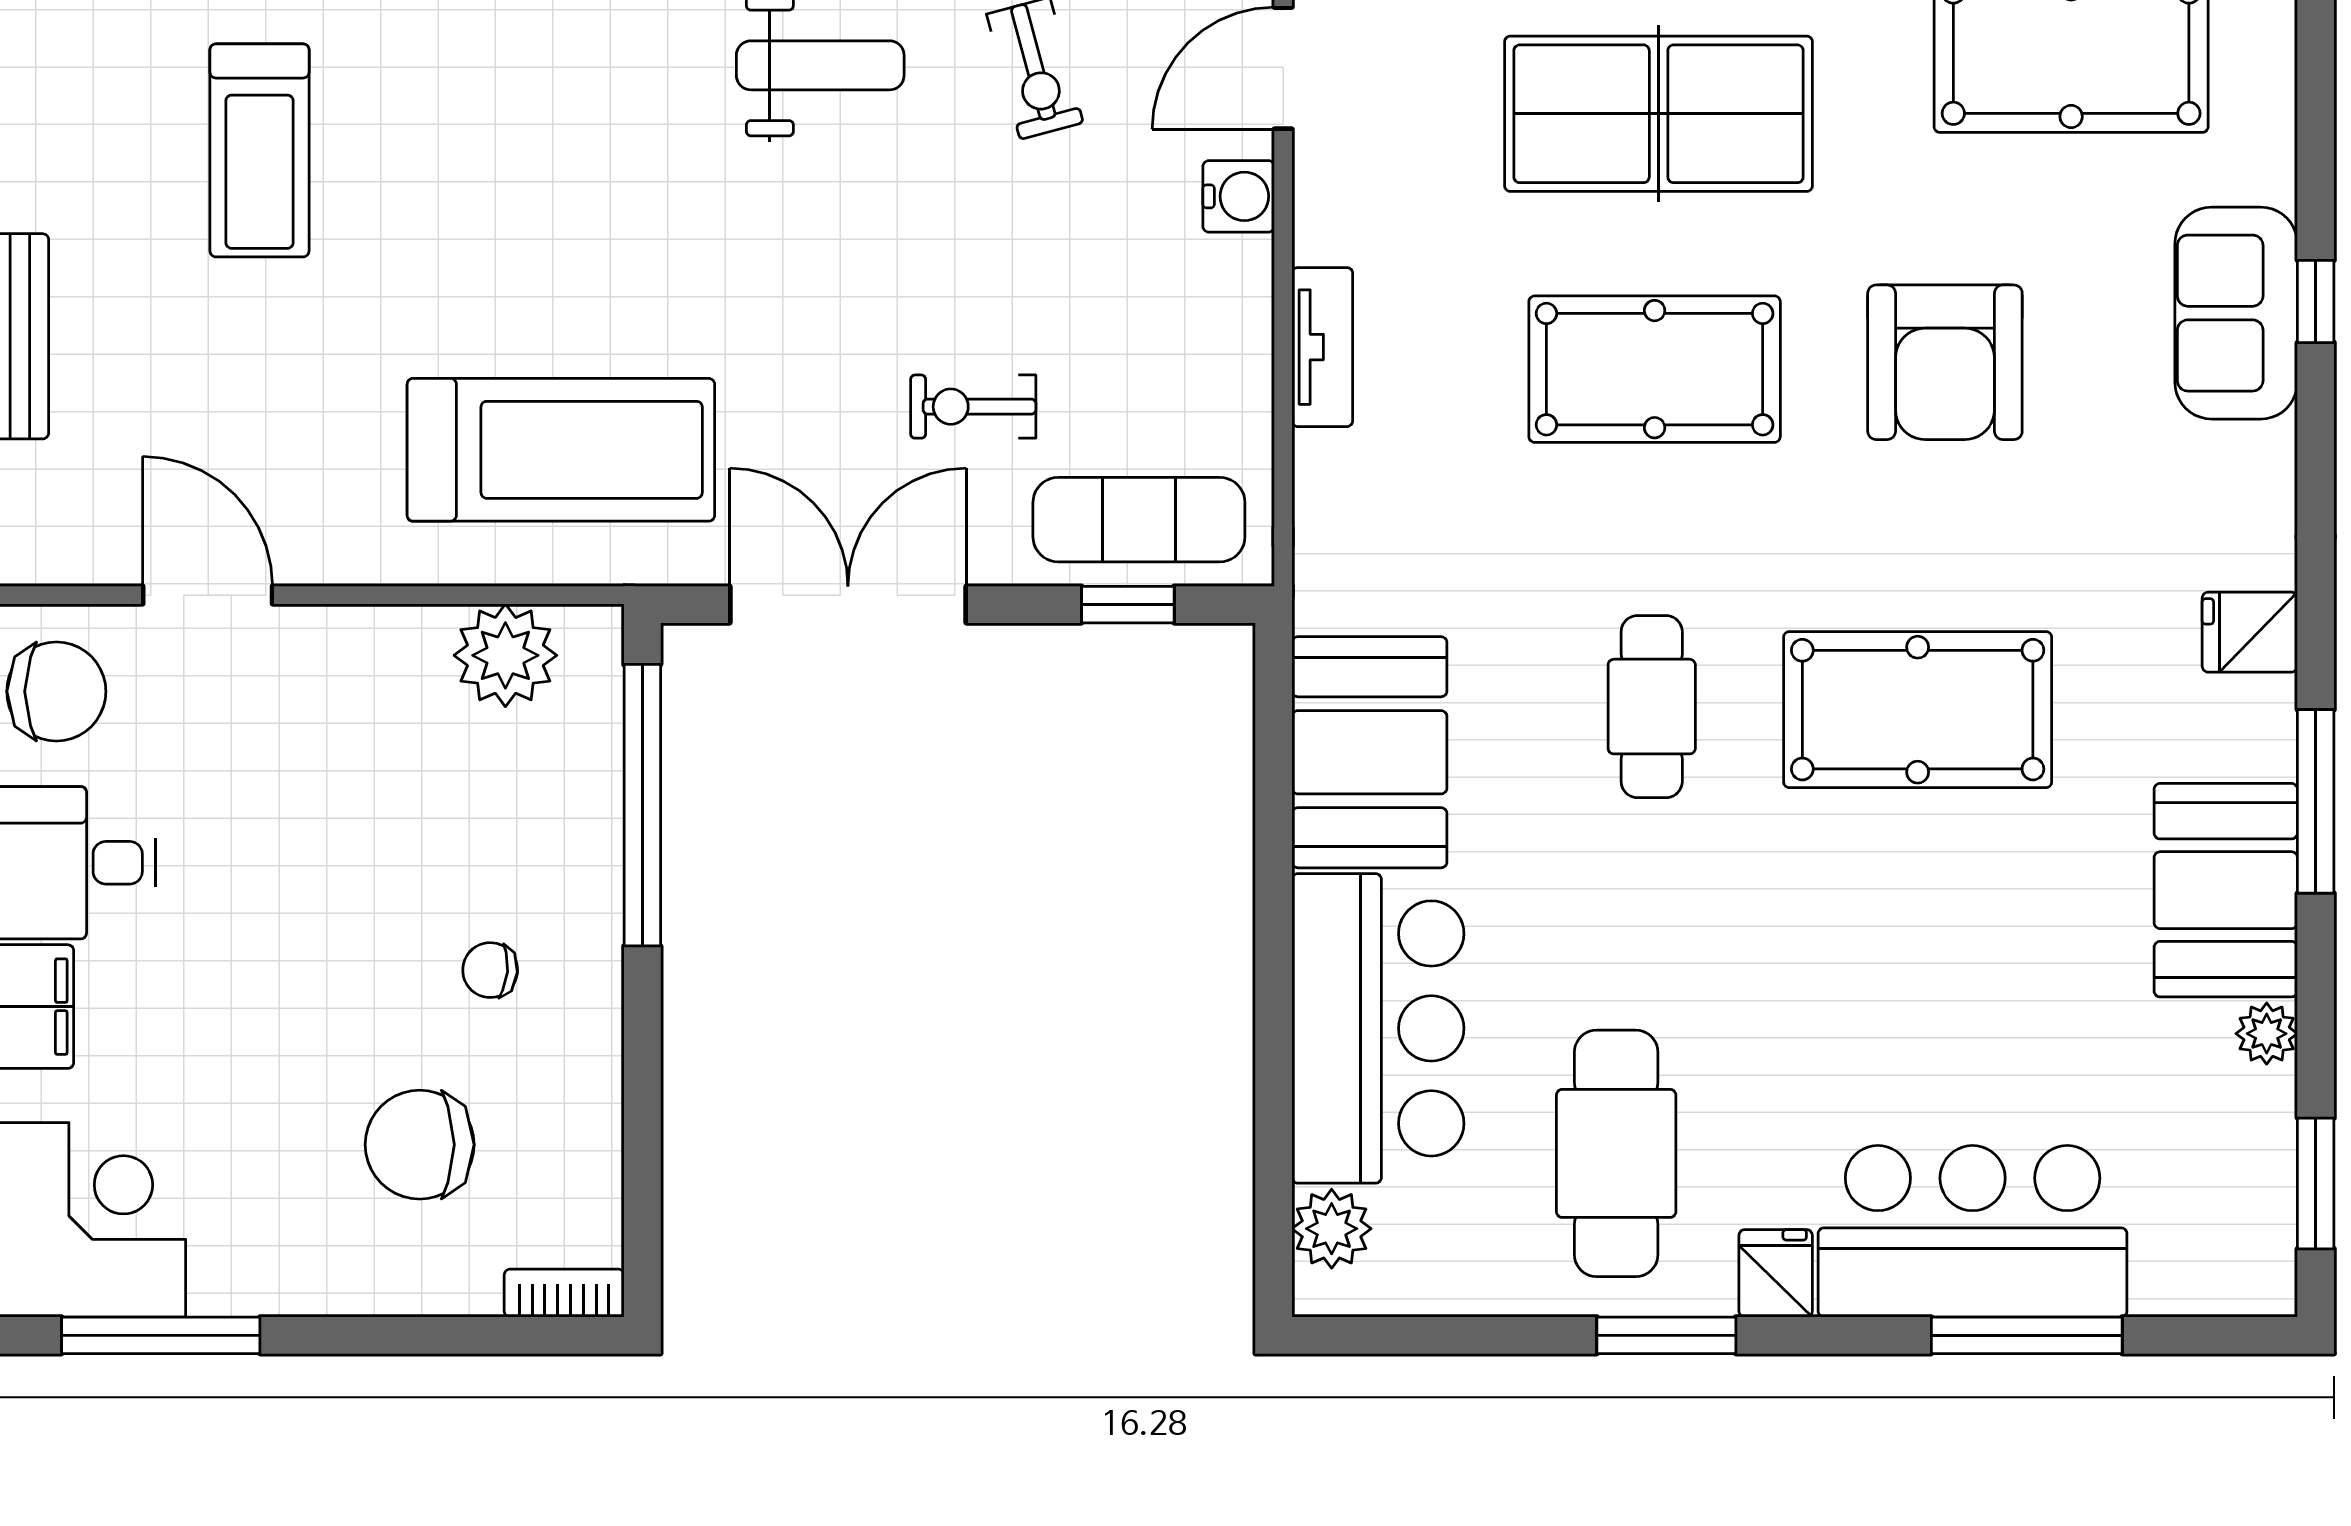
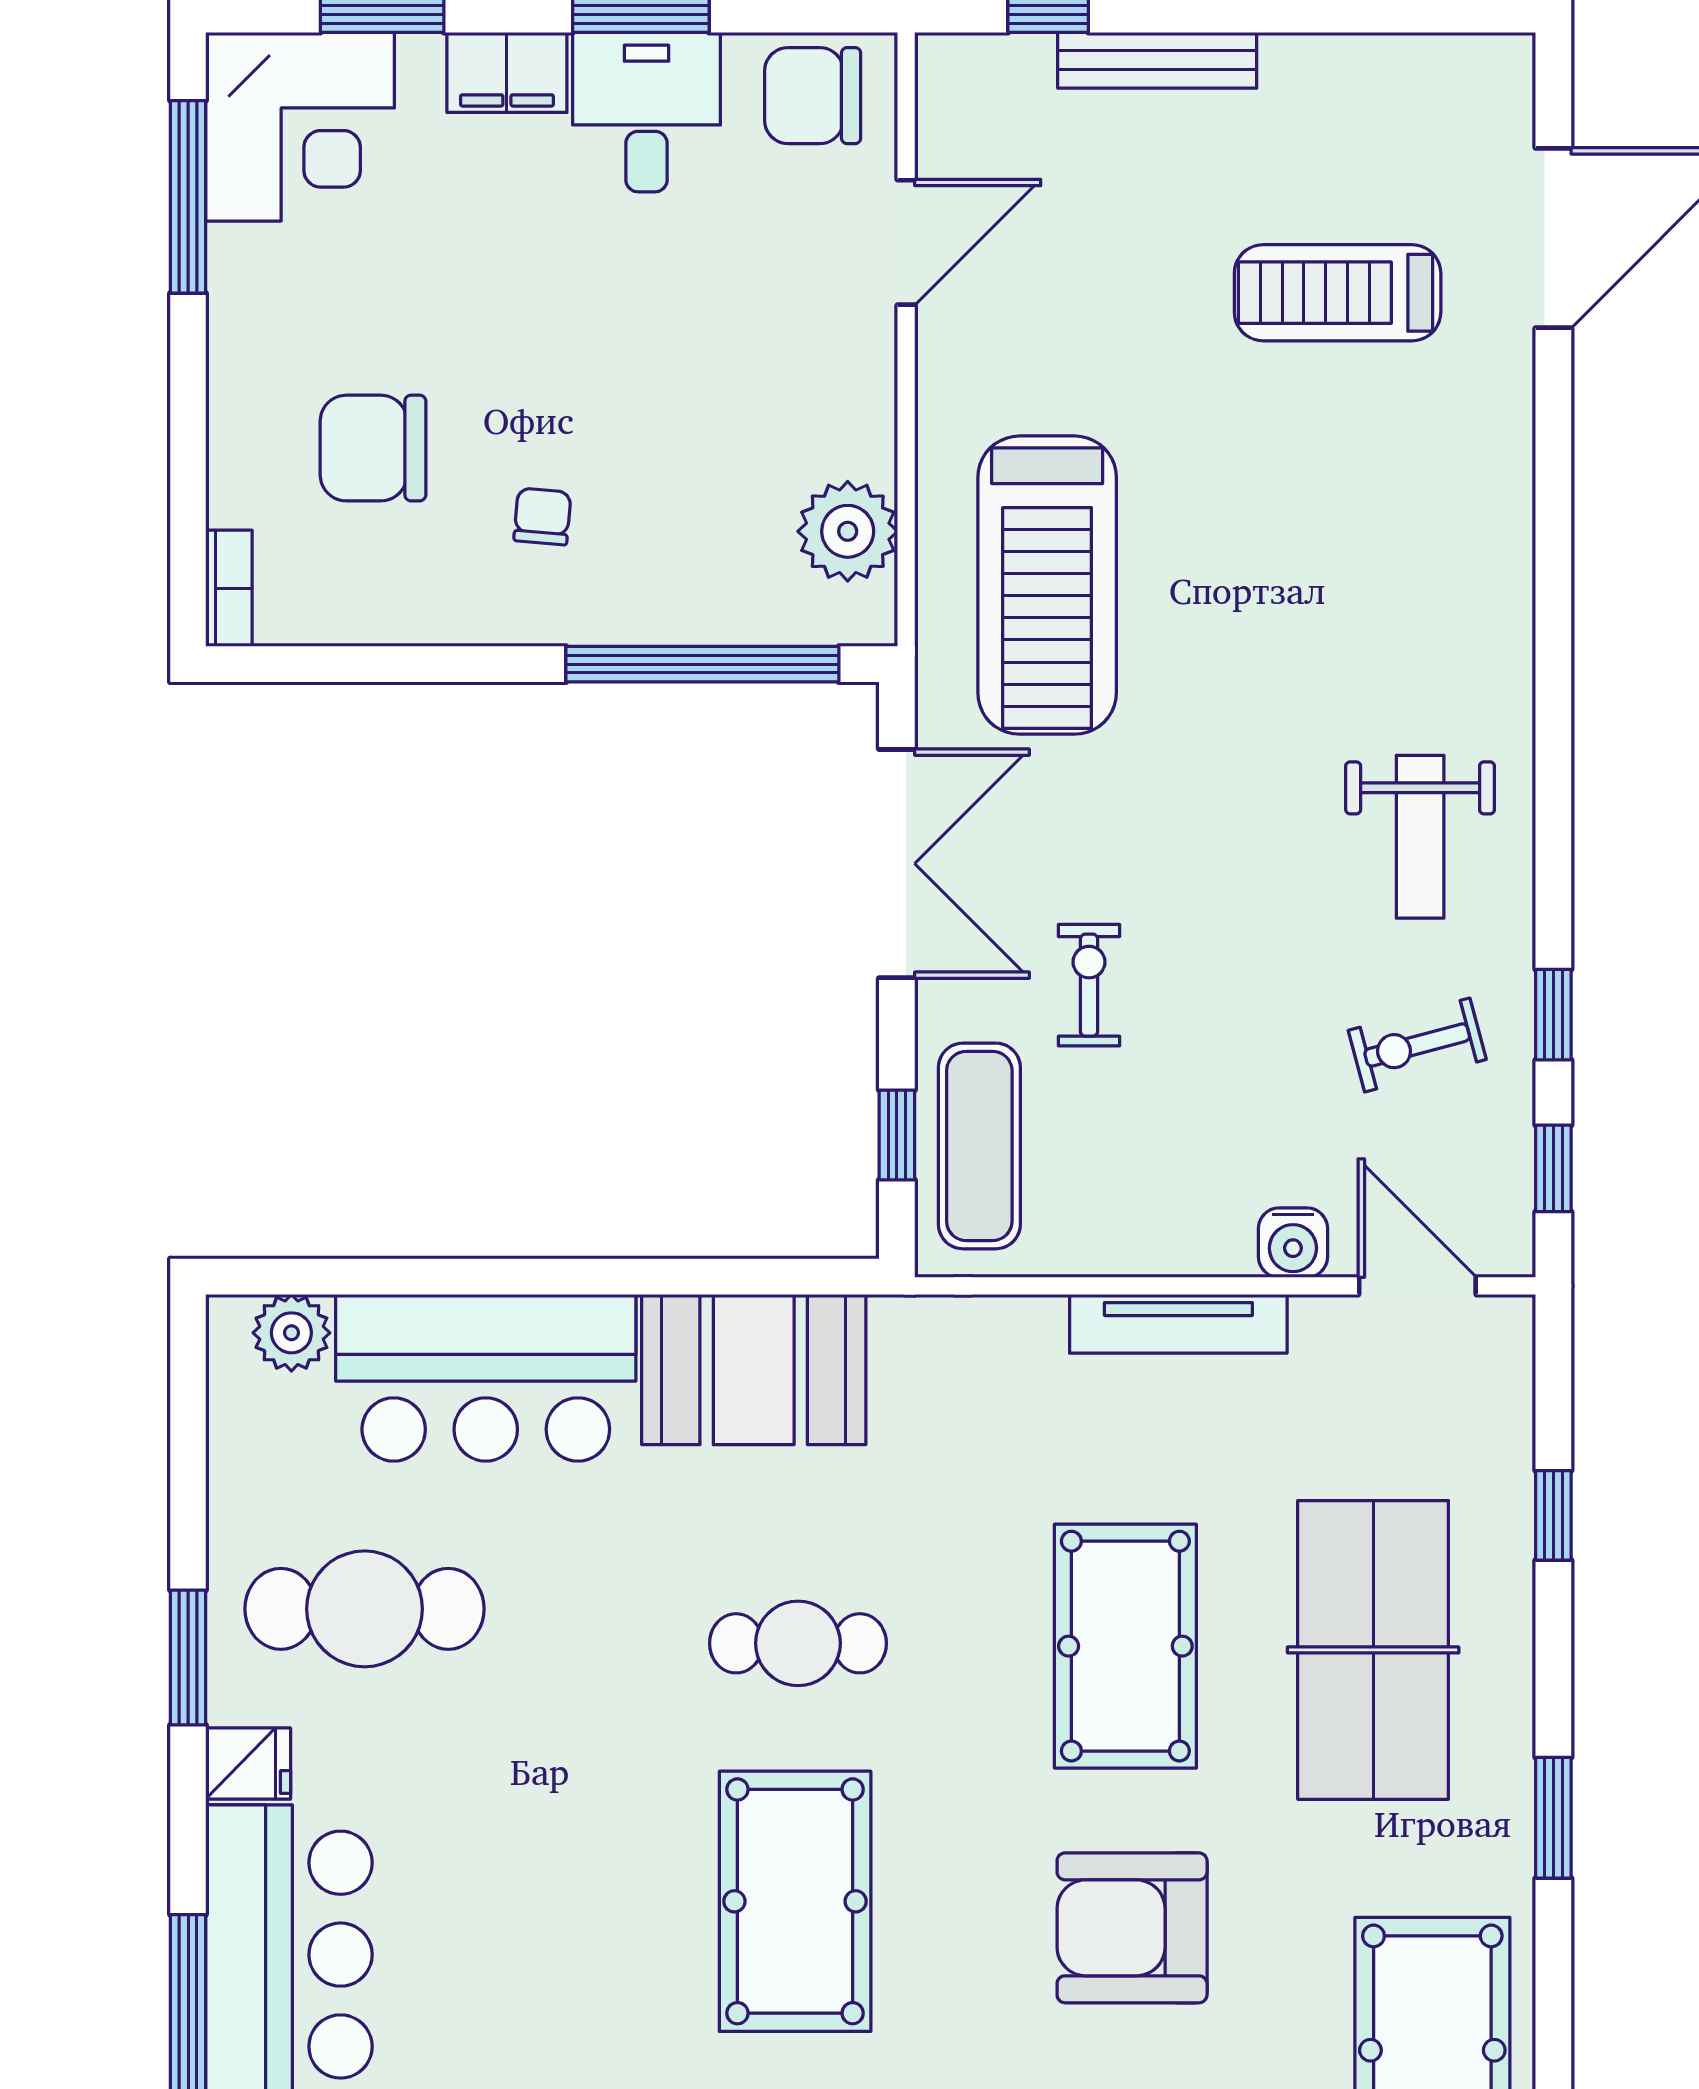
tv unit: (1322, 347) -> (1178, 1324), width x1.41
chair: (56, 691) -> (813, 96), turned 90
chair: (420, 1145) -> (373, 448), turned -90

